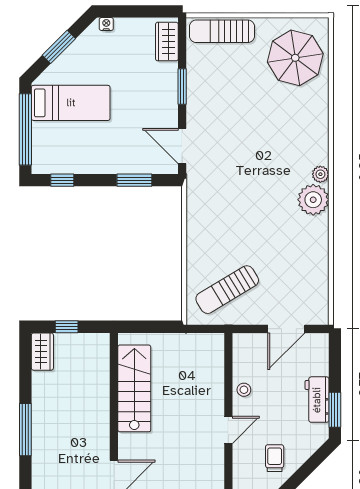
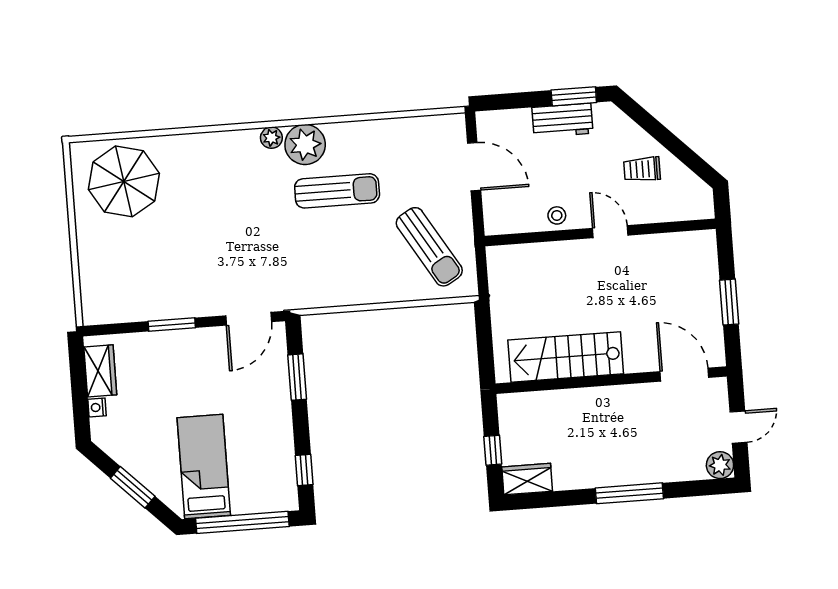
nightstand: (106, 24) -> (97, 407), moved
sun lounger: (222, 31) -> (337, 191), moved, turned -90
wardrobe: (167, 42) -> (100, 371), moved, turned -90

